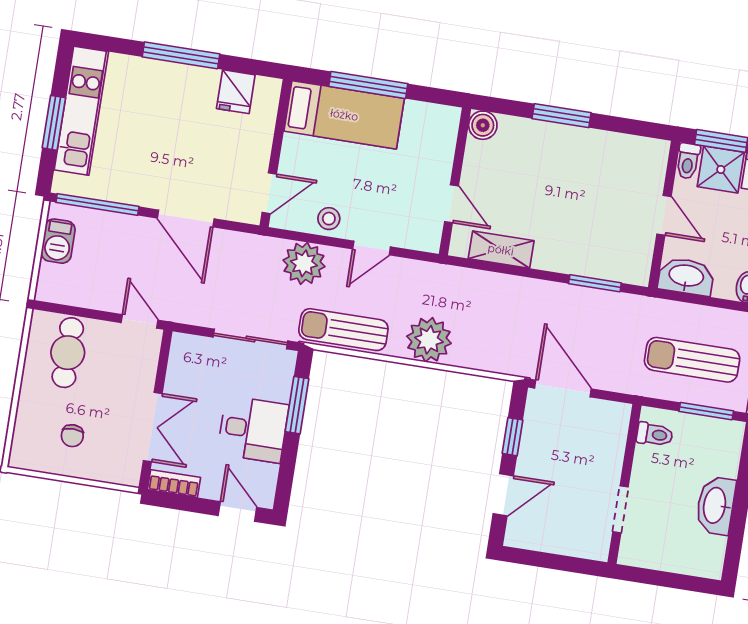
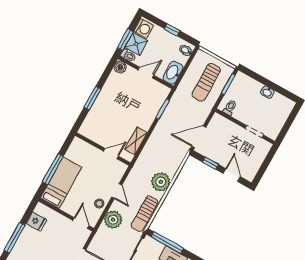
boiler: (483, 125) -> (120, 67), moved
window: (297, 405) -> (167, 243), width x1.44
washbasin: (716, 505) -> (267, 92), width x0.52, depth x0.69

